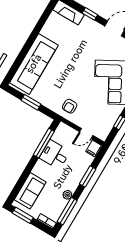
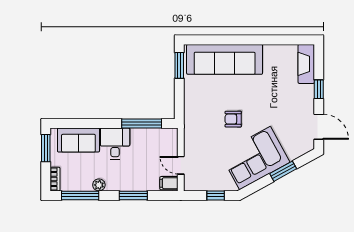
window: (31, 102) -> (179, 65), moved
armchair: (70, 106) -> (233, 119), moved
desk: (55, 155) -> (115, 144), moved

